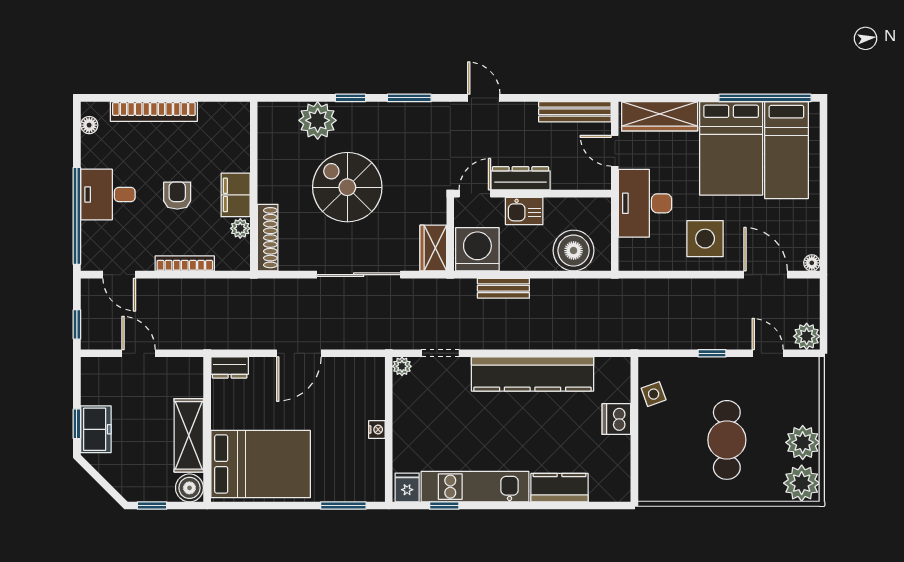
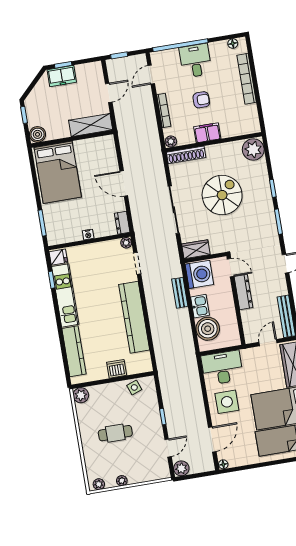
plant: (318, 120) -> (253, 150), moved
desk: (645, 203) -> (222, 368), moved
kitchen sink: (524, 211) -> (200, 306), moved, turned 180
plant: (240, 228) -> (171, 141), moved
dresser: (230, 368) -> (122, 223), moved
shelving: (189, 435) -> (91, 125), moved
cafe table: (727, 440) -> (115, 433), width x0.73, depth x0.74
plant: (803, 442) -> (122, 481), width x0.53, depth x0.53
plant: (802, 483) -> (99, 484), width x0.53, depth x0.53
kitchen counter: (559, 488) -> (74, 351), width x1.50
plant: (652, 488) -> (81, 395), added

